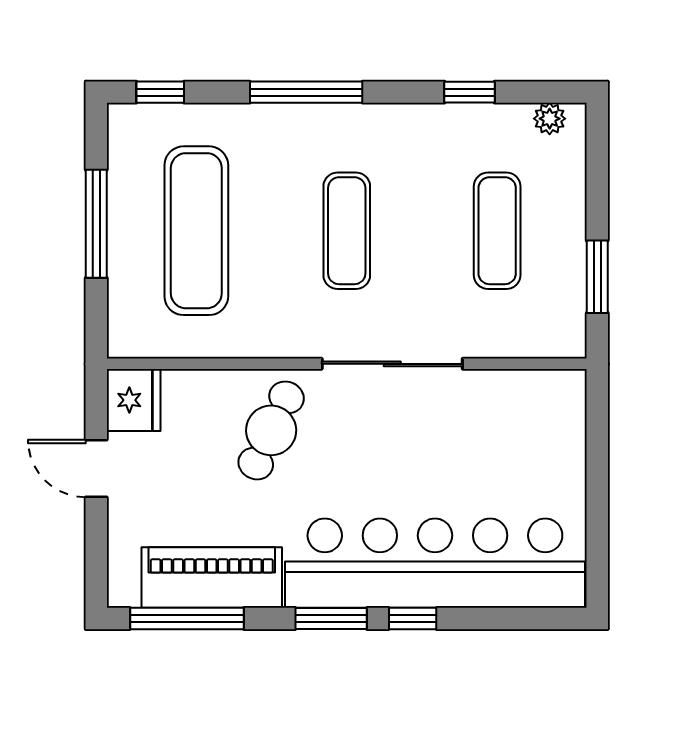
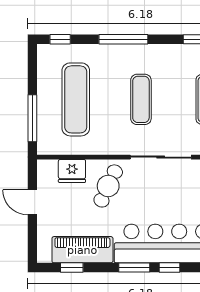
window: (96, 224) -> (32, 118), moved
fridge: (134, 400) -> (72, 171), moved, turned 90
window: (187, 619) -> (72, 267), width x0.46

